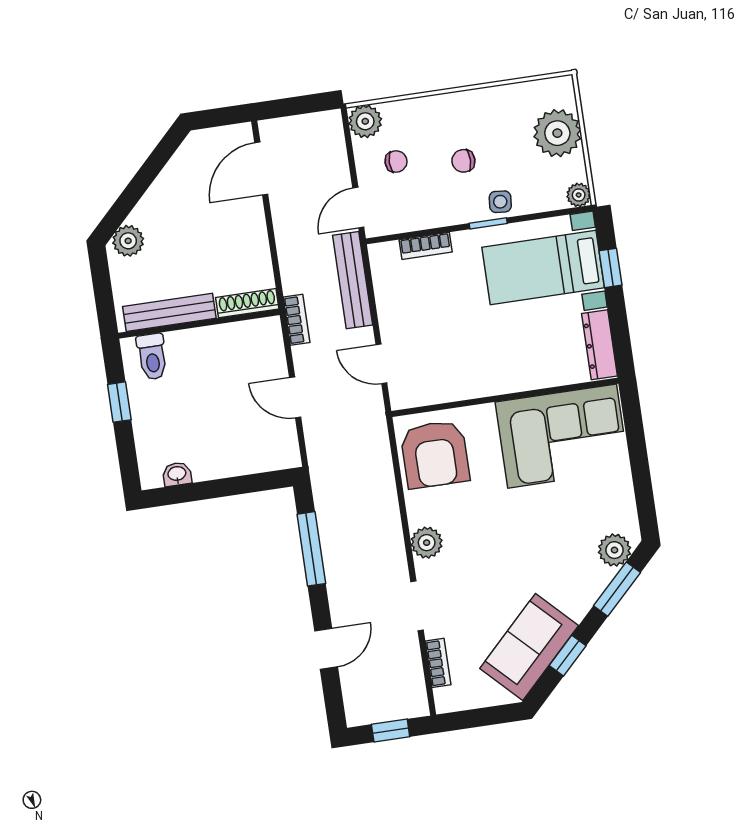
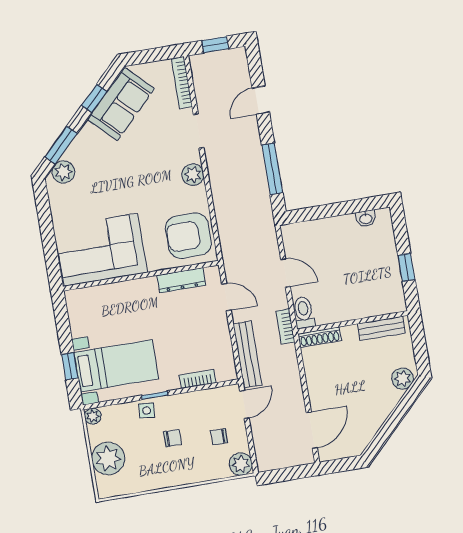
bench: (169, 312) -> (381, 328), width x0.73
dresser: (599, 345) -> (181, 280), moved, turned 90
toilet: (152, 357) -> (304, 313), moved
armchair: (435, 454) -> (188, 236), turned -90
bookcase: (438, 663) -> (182, 83), width x1.56

